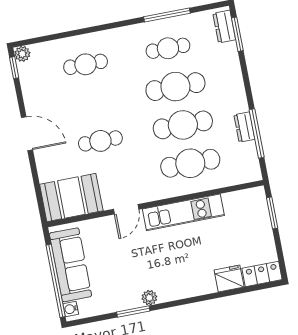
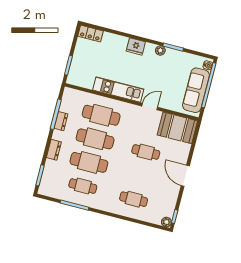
dresser: (224, 27) -> (54, 150), moved
fridge: (229, 278) -> (136, 46), moved

